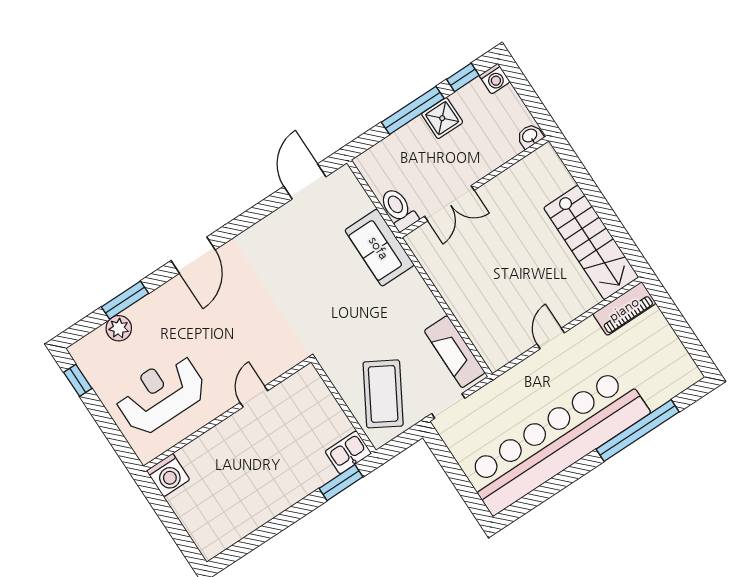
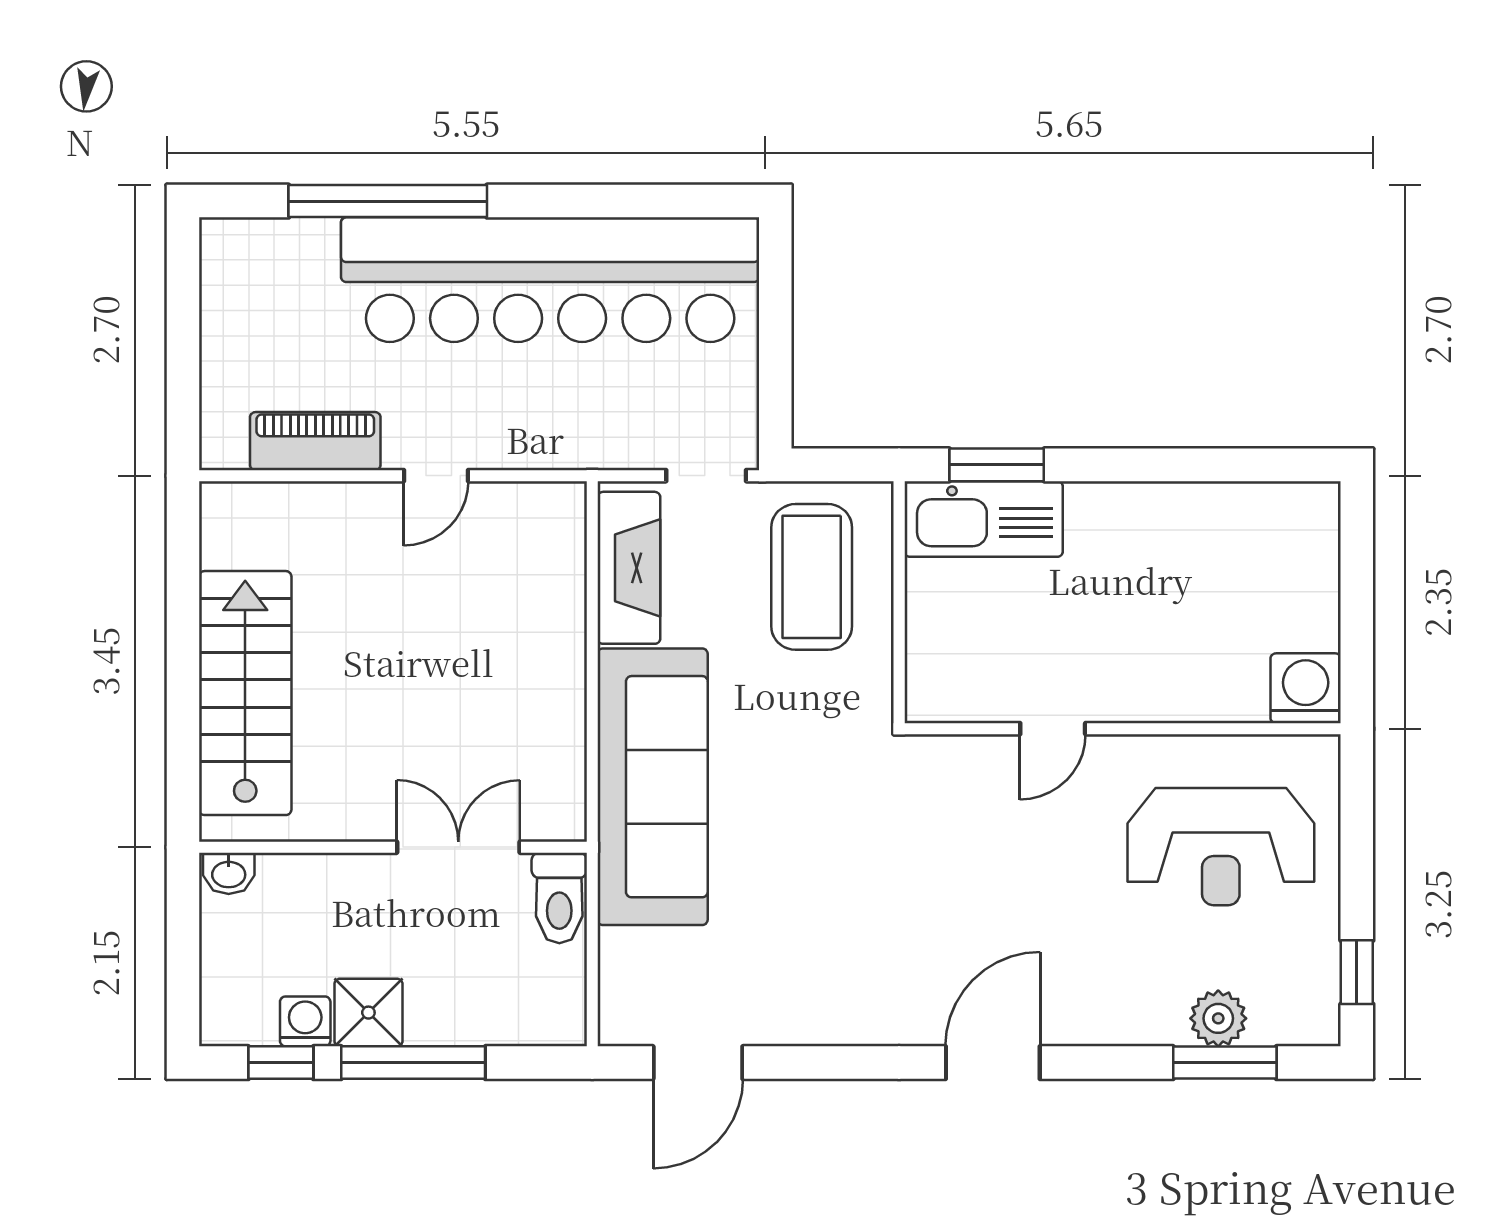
washing machine: (495, 79) -> (305, 1021), moved
stairs: (591, 242) -> (245, 693), moved
sofa: (379, 248) -> (653, 787), width x1.85, depth x1.27
window: (125, 300) -> (1225, 1063), moved
piano: (624, 309) -> (315, 441), moved
coffee table: (383, 394) -> (812, 577), turned -30
kitchen sink: (348, 452) -> (984, 519), width x1.88, depth x1.24

